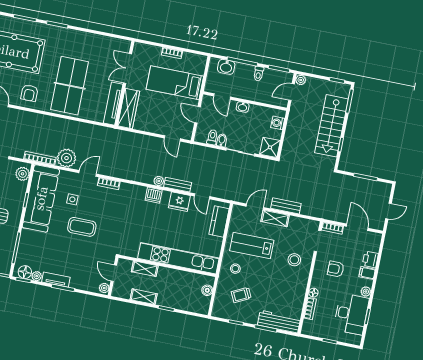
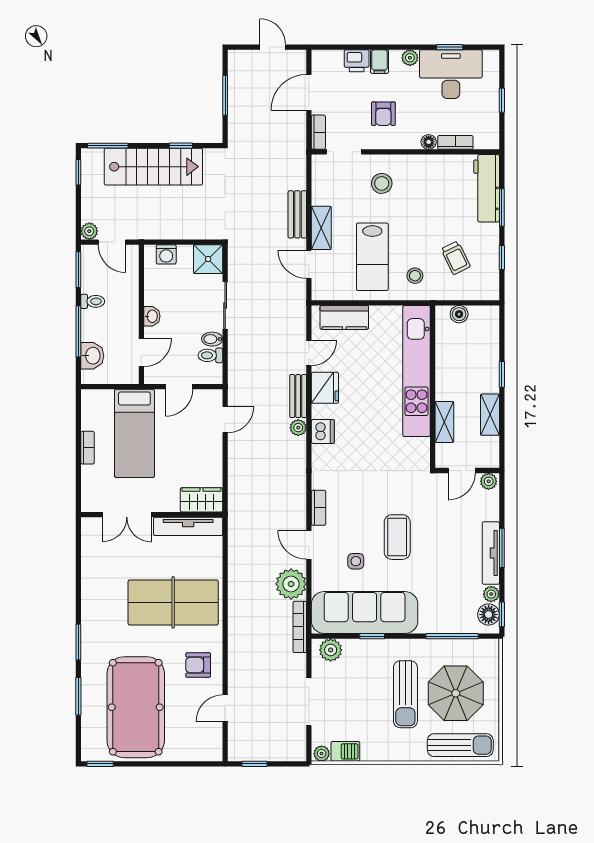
armchair: (29, 93) -> (198, 665), turned 180
wardrobe: (129, 108) -> (201, 500), width x0.67
tv unit: (56, 280) -> (491, 553), width x1.41

